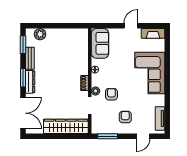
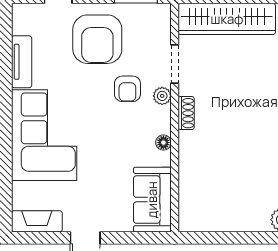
armchair: (125, 117) -> (97, 39), width x1.88, depth x1.88
tv unit: (160, 119) -> (22, 62), moved

